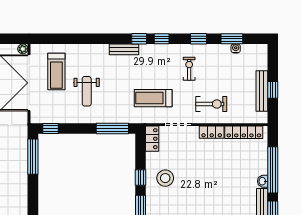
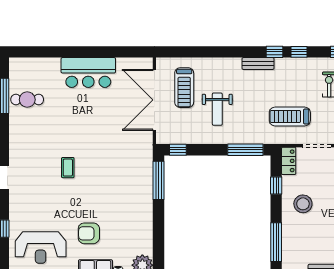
plant: (23, 49) -> (148, 63), removed
window: (141, 178) -> (276, 185), moved

